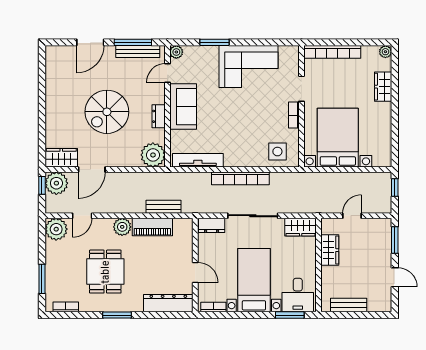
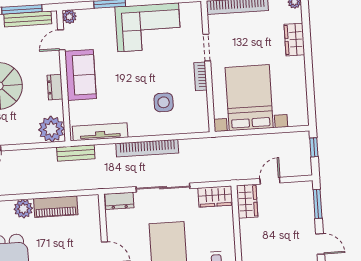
side table: (277, 152) -> (164, 102), moved
bench: (163, 207) -> (76, 153), moved
wardrobe: (330, 250) -> (247, 201), moved

